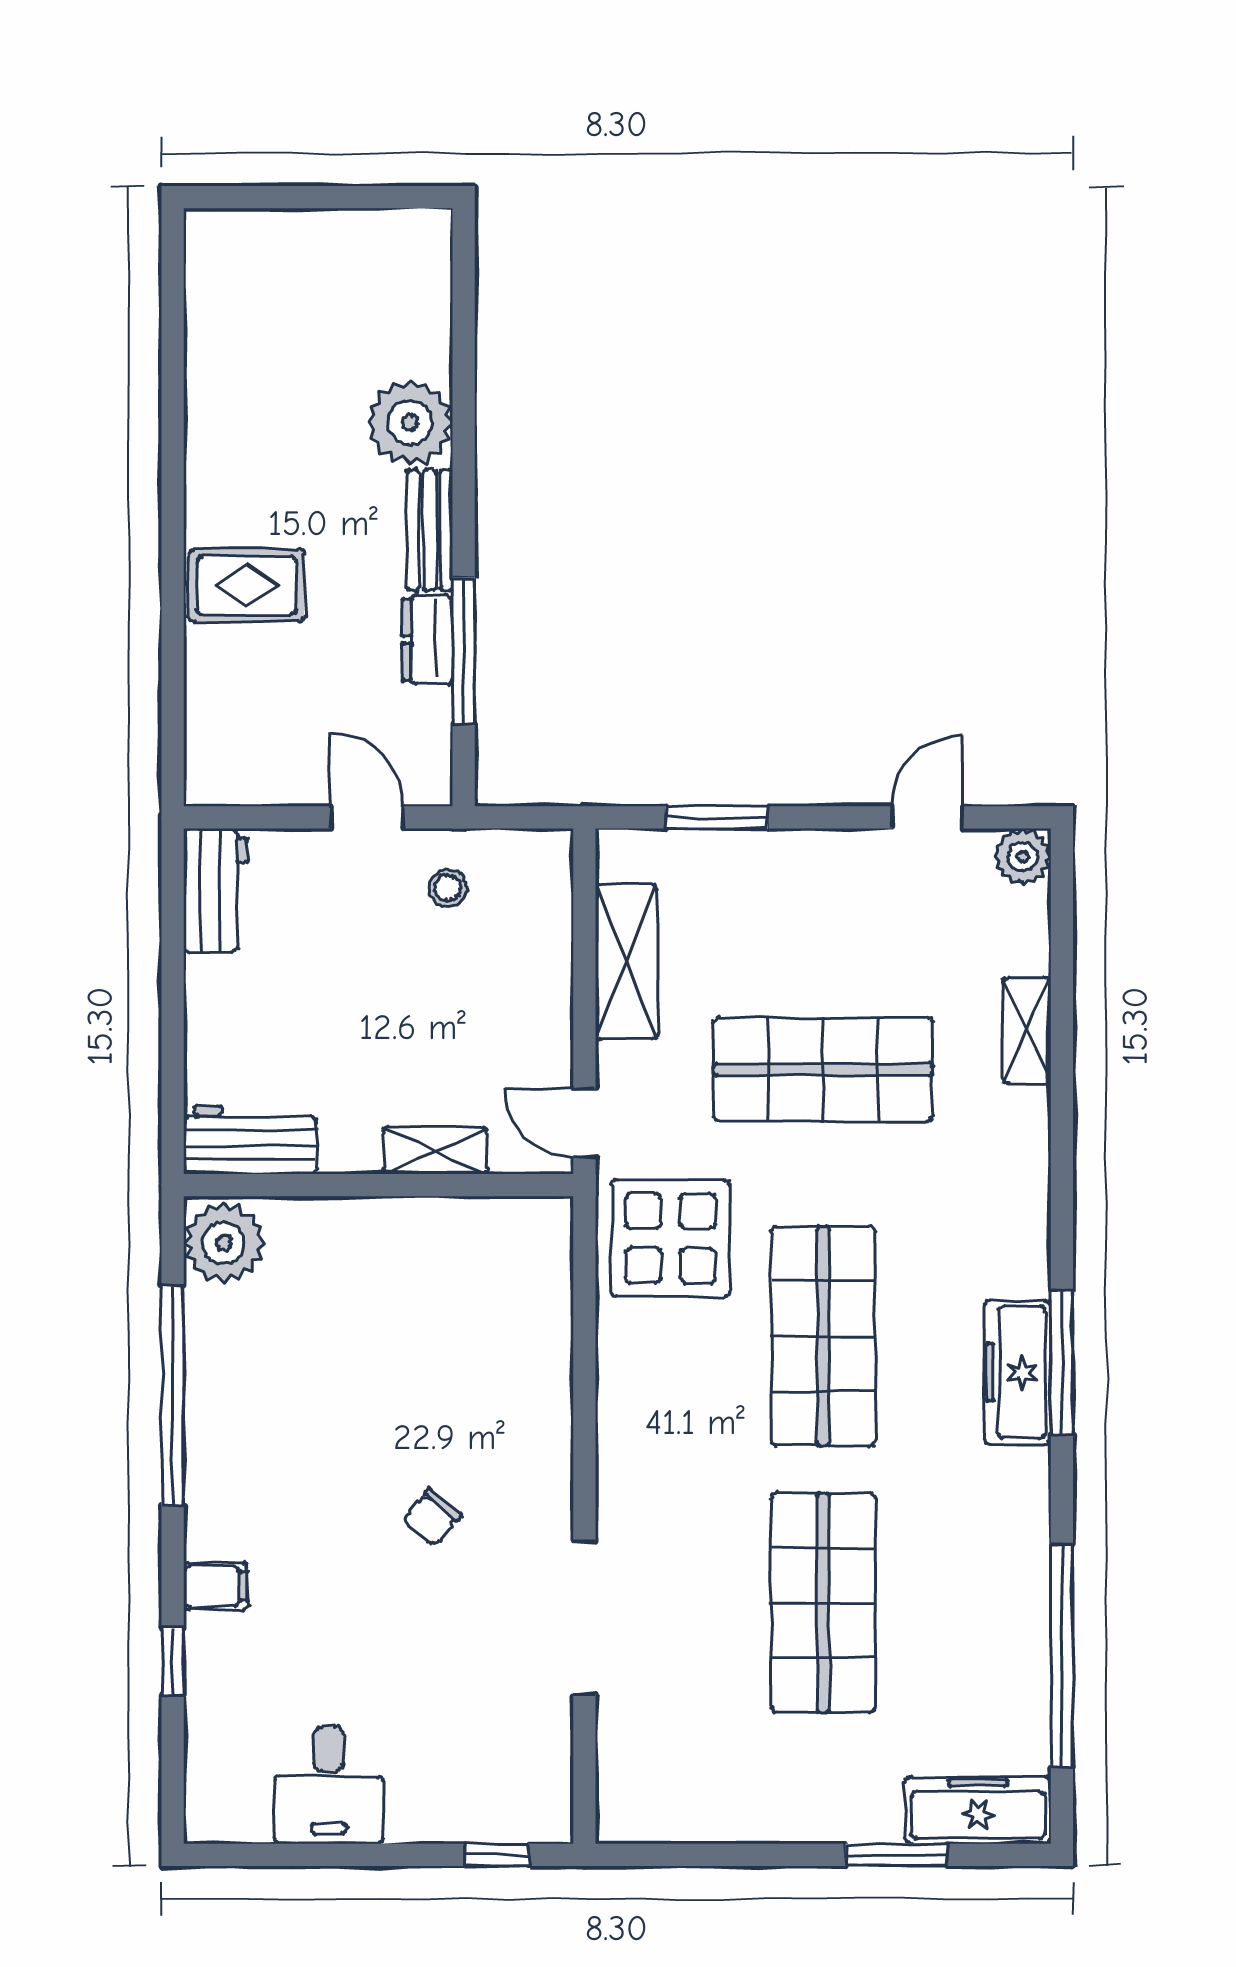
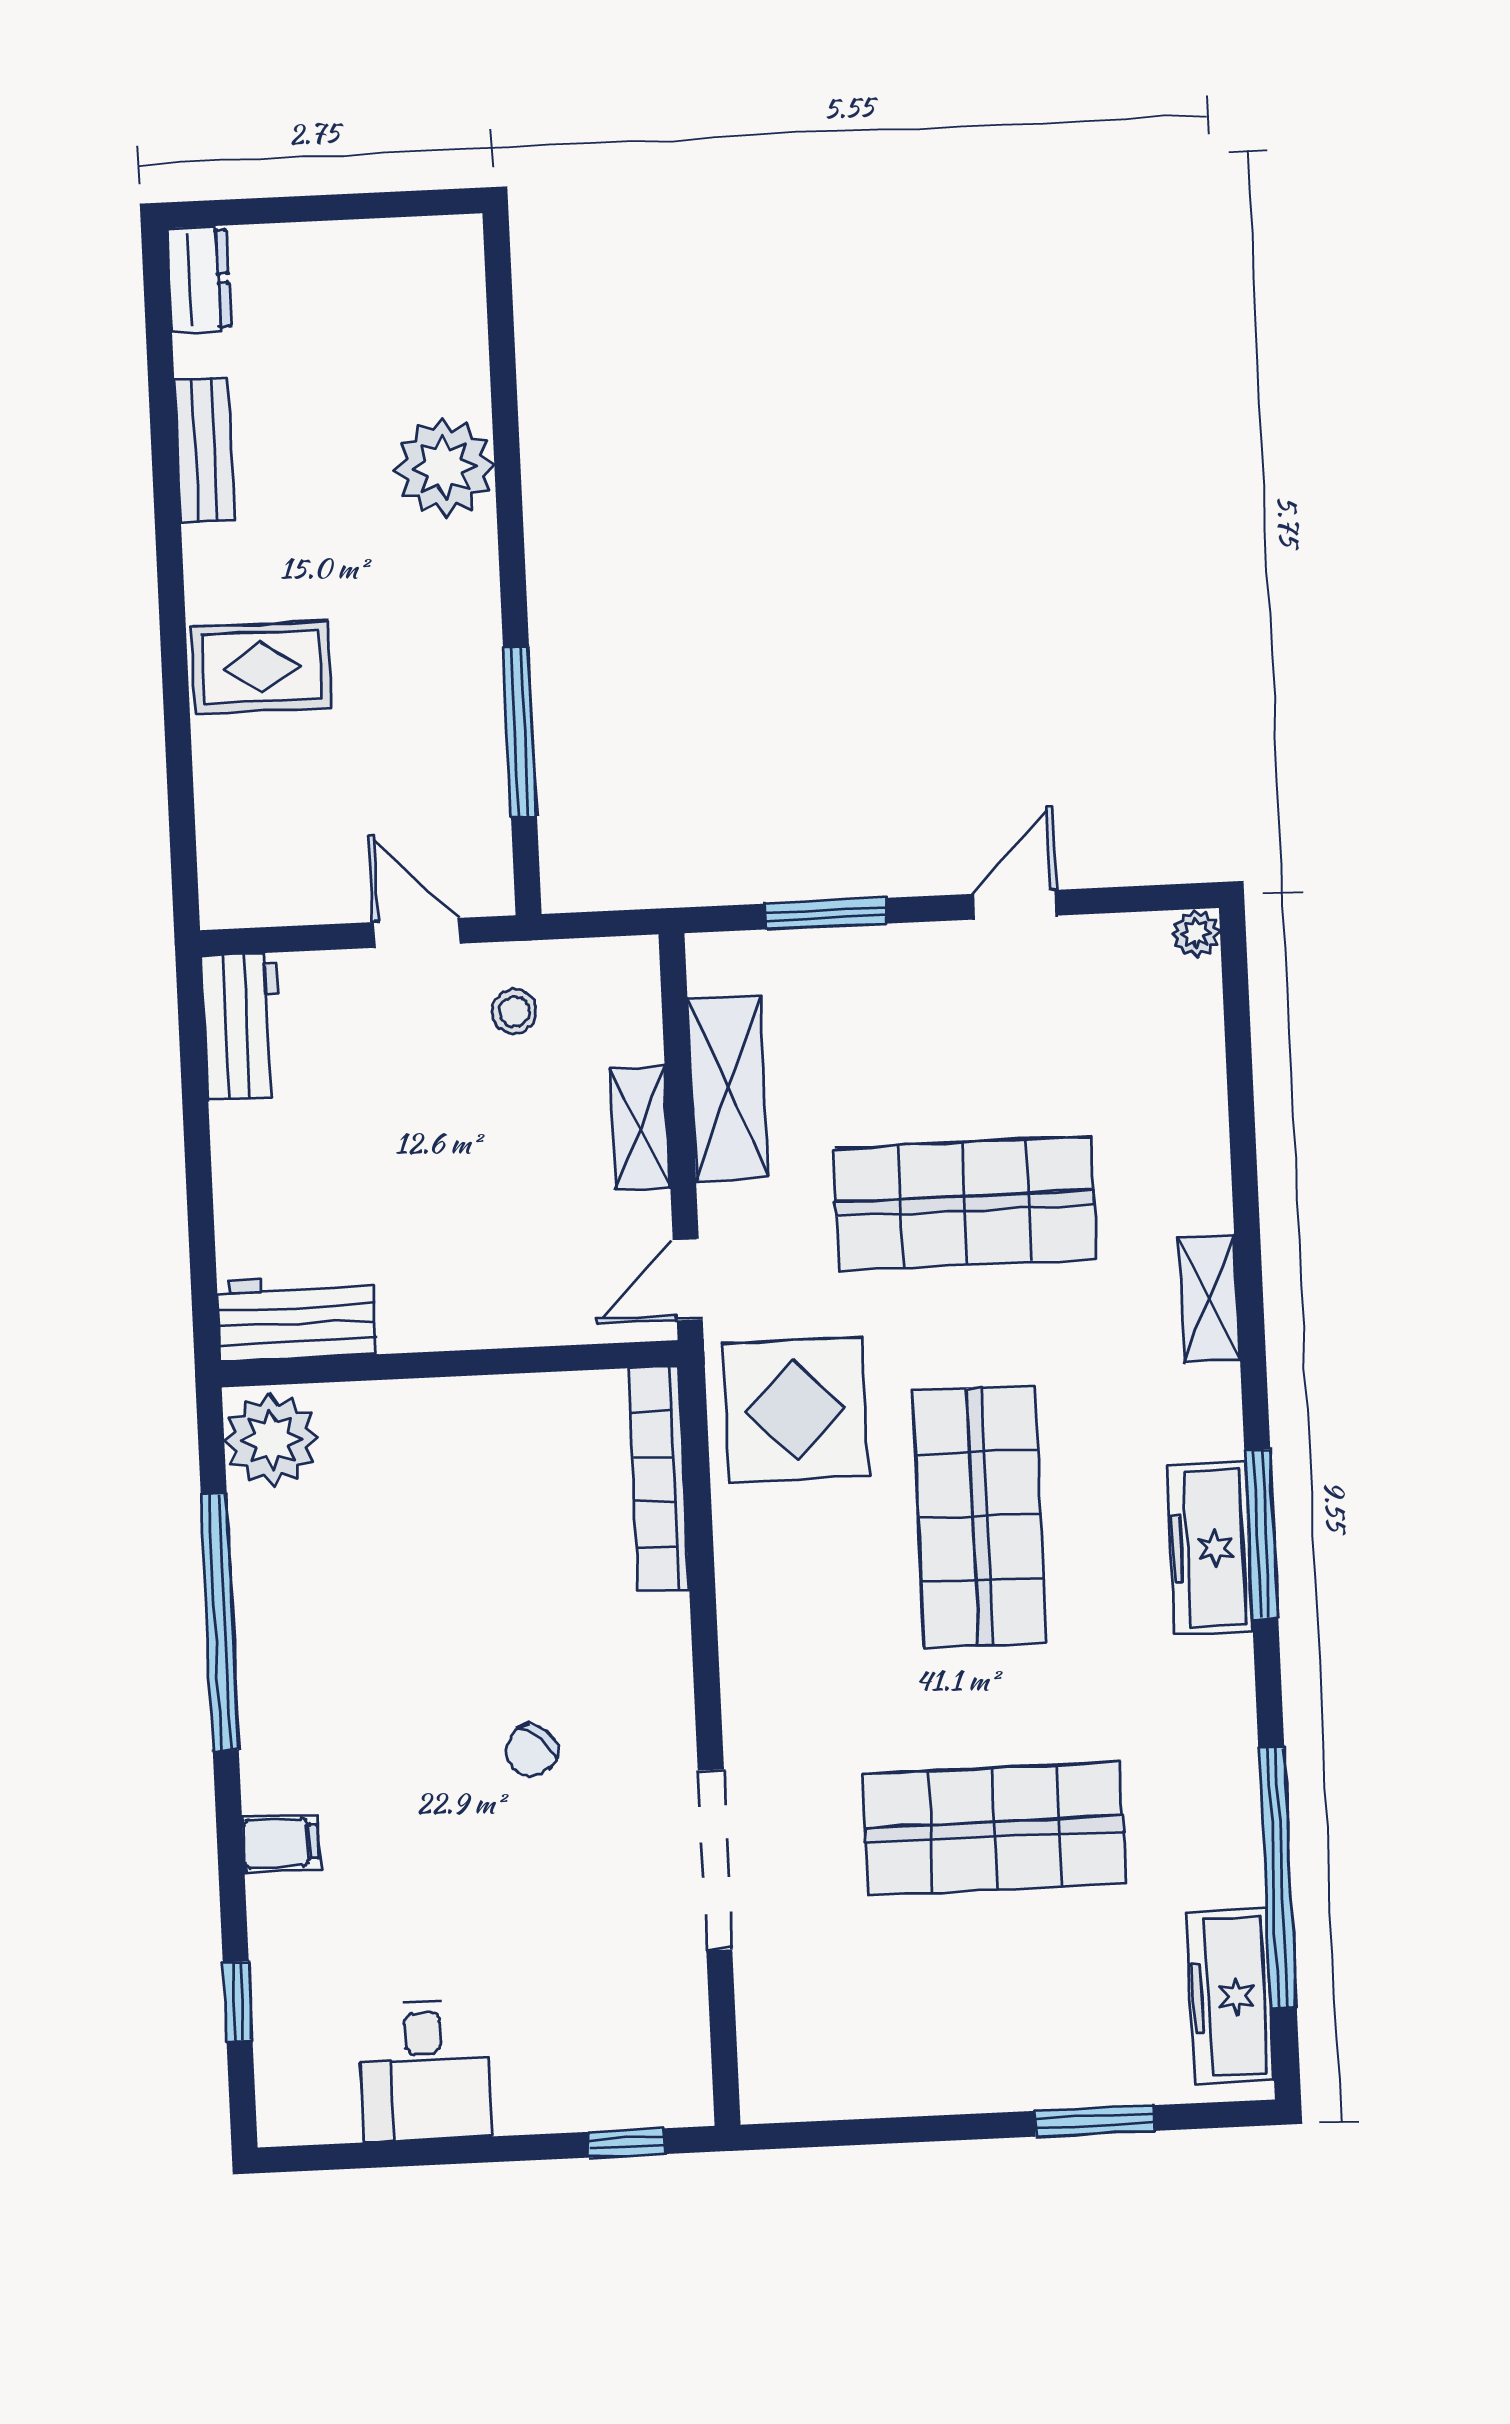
bench: (430, 530) -> (205, 450), moved
dresser: (427, 640) -> (199, 279), moved, turned 180
door: (927, 817) -> (1015, 905), moved
plant: (1023, 857) -> (1196, 933), width x0.73, depth x0.73
shelving: (1027, 1031) -> (1209, 1299), moved
door: (584, 1123) -> (688, 1280), hinge flipped
shelving: (435, 1151) -> (640, 1128), moved, turned 90
bookcase: (552, 1292) -> (659, 1479), added
shop shelf: (823, 1603) -> (994, 1829), turned 90
window: (173, 1662) -> (238, 2001), moved
freezer: (978, 1810) -> (1231, 1997), moved, turned -90

